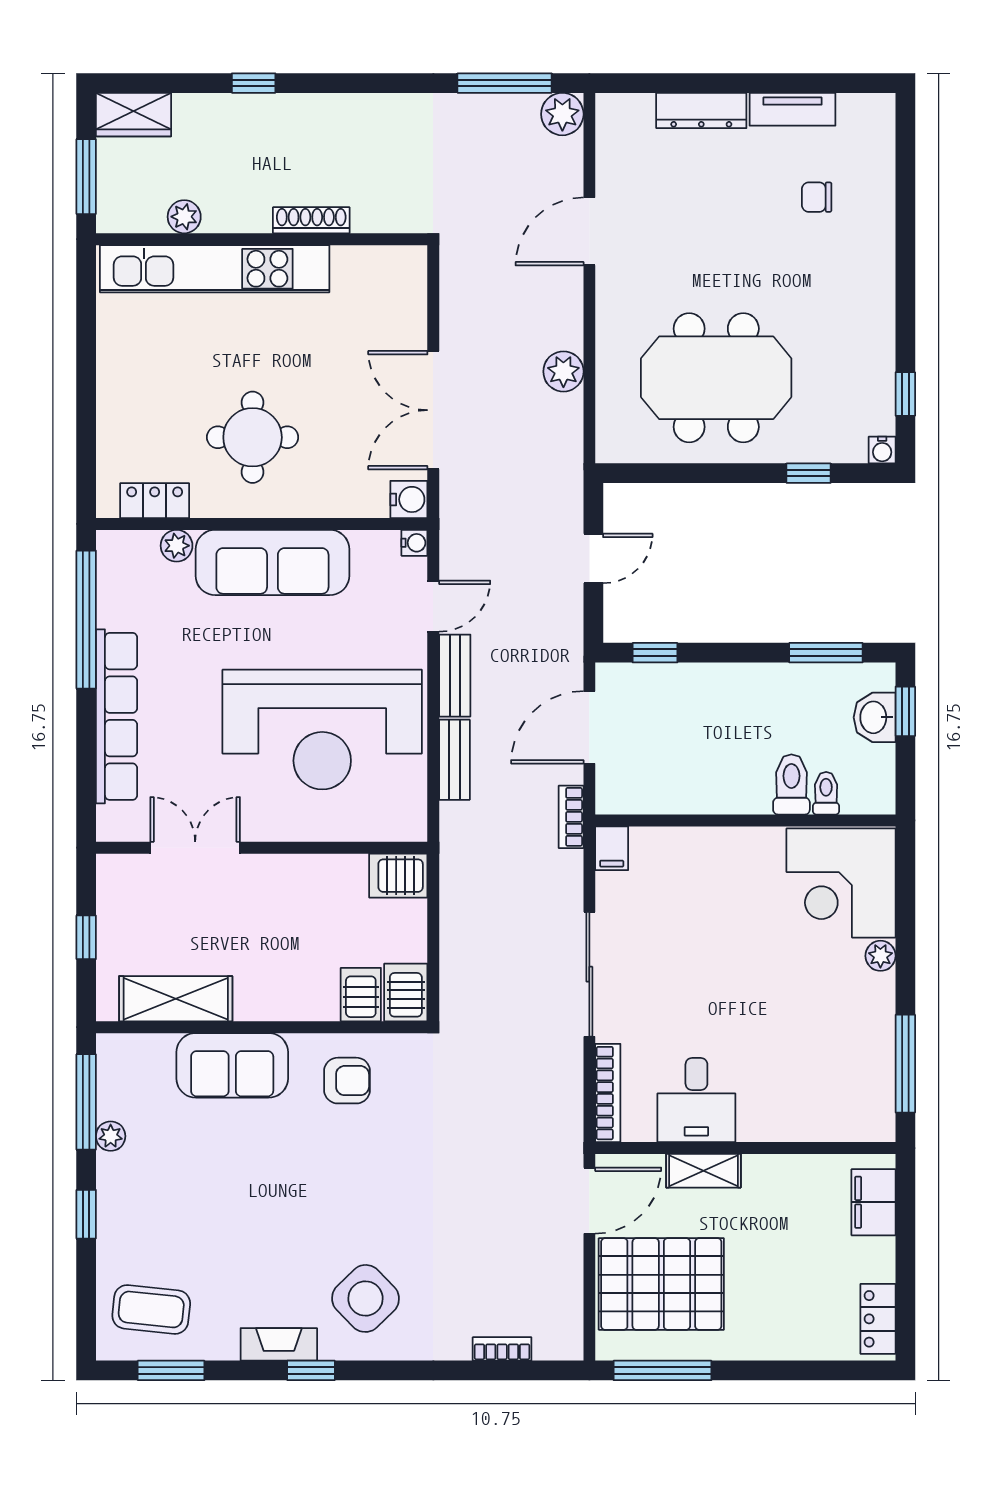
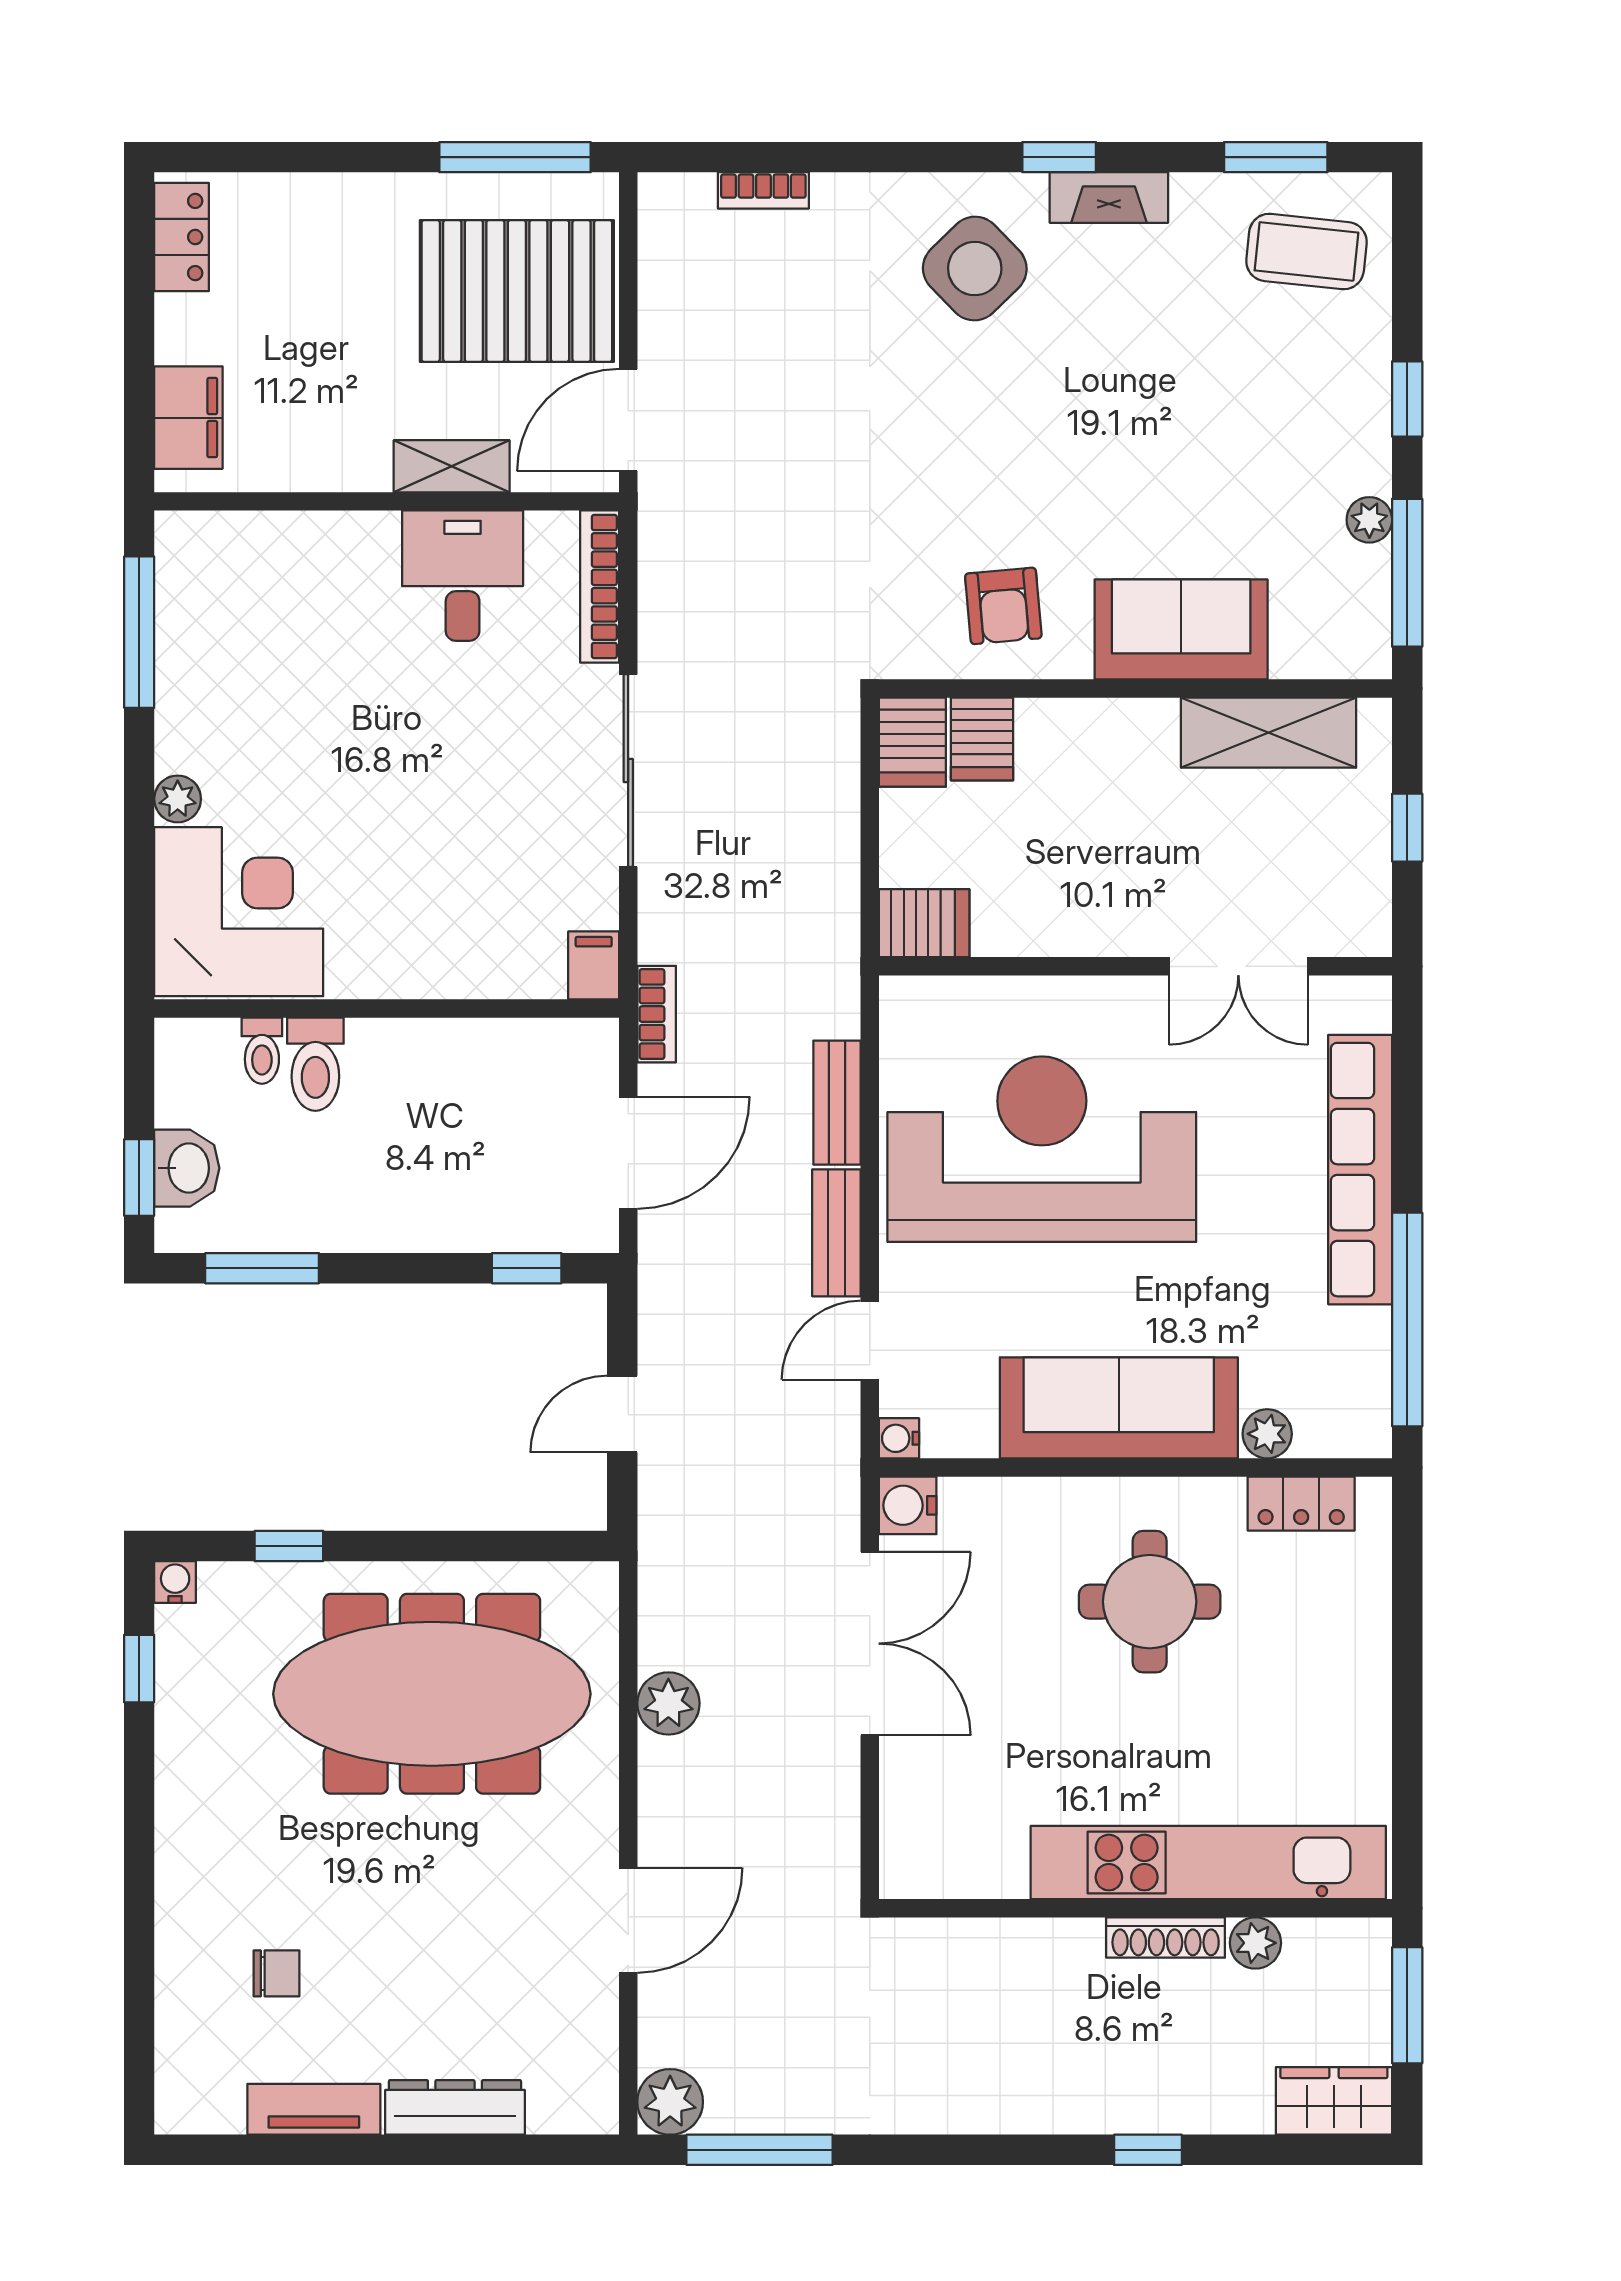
shoe rack: (311, 220) -> (1166, 1938), moved
meeting table: (716, 378) -> (432, 1694), width x1.36
armchair: (347, 1081) -> (1003, 606), turned -95

